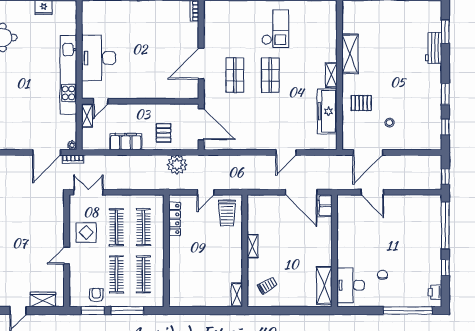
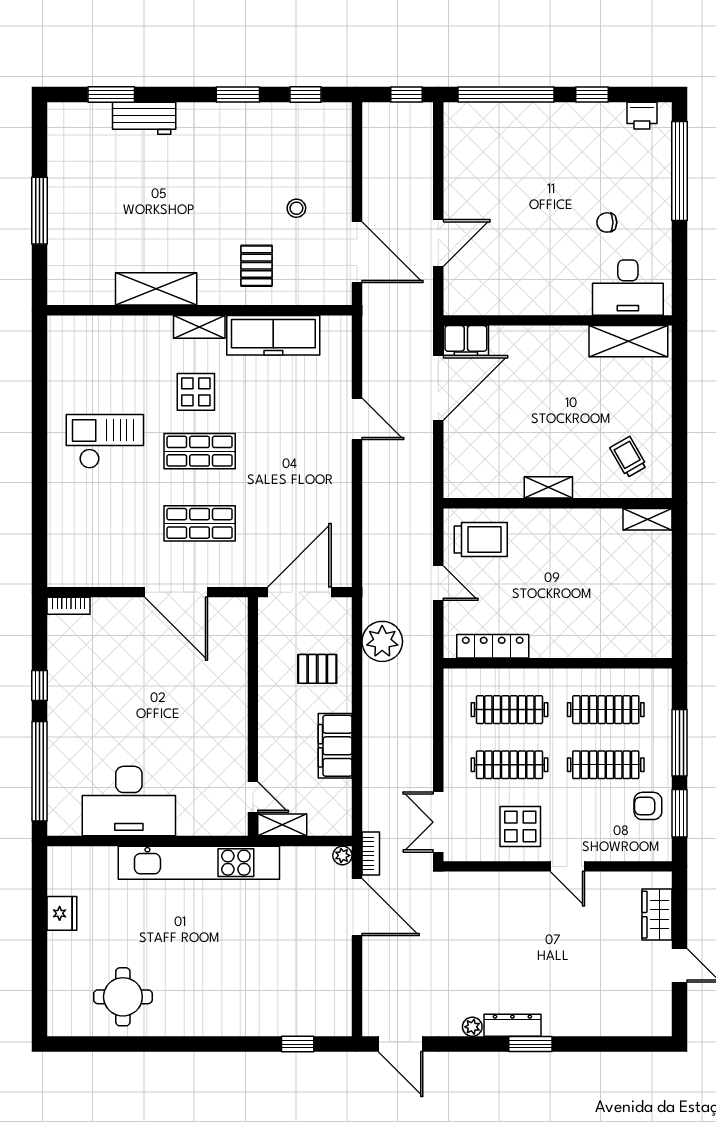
desk: (99, 58) -> (129, 801), moved
display table: (299, 73) -> (196, 392), added

